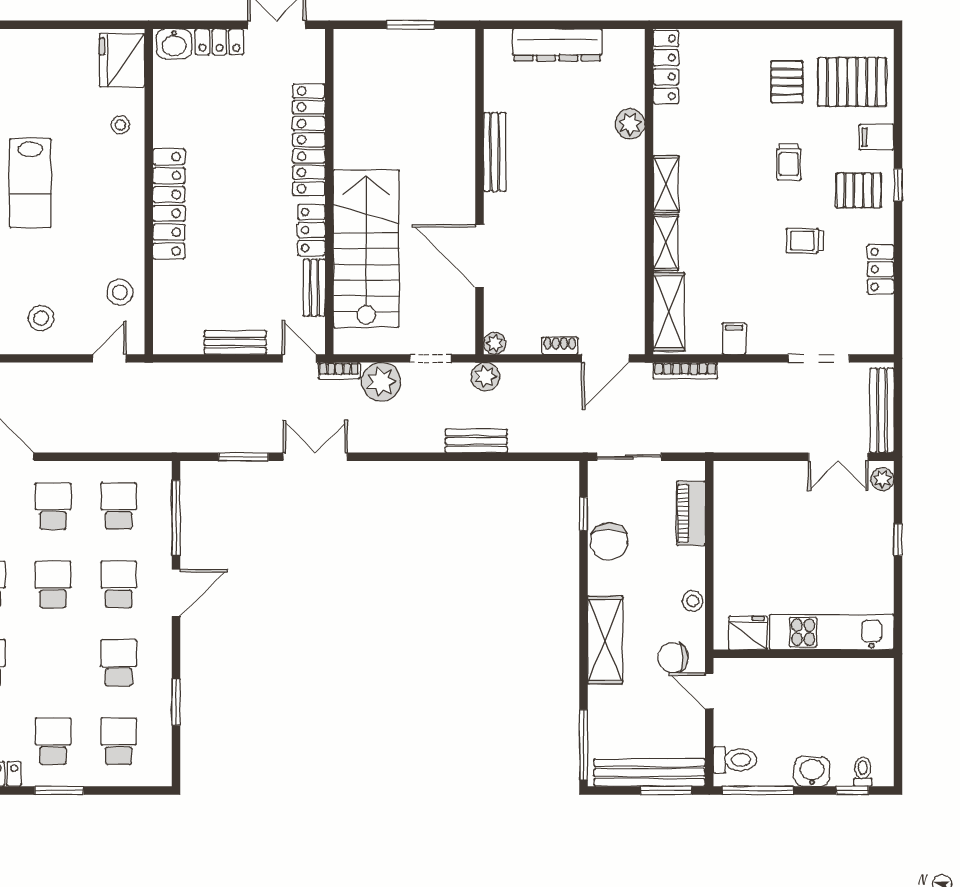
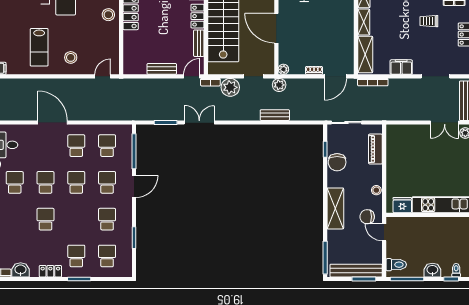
stool: (120, 292) -> (108, 15), moved
filing cabinet: (734, 339) -> (401, 67), width x2.00
door: (299, 358) -> (192, 76), hinge flipped

